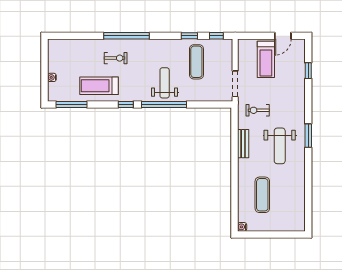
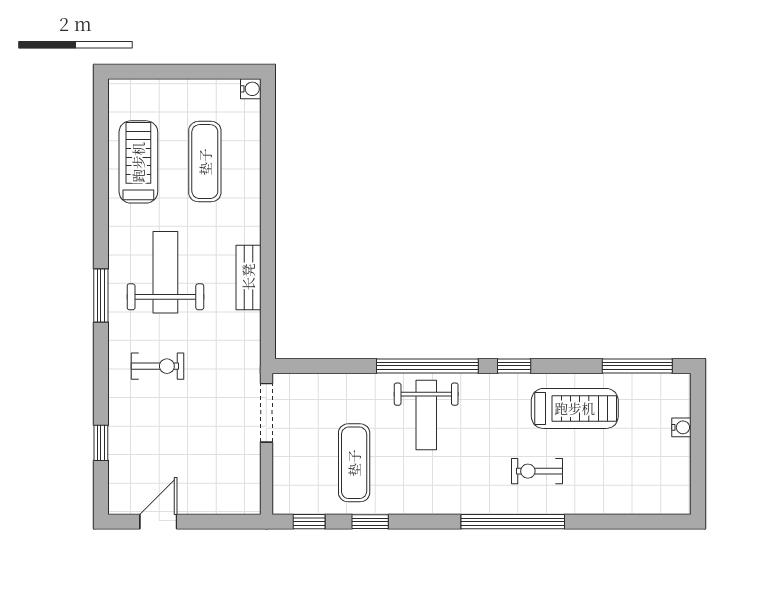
treadmill: (266, 59) -> (138, 162), moved
exercise bike: (258, 110) -> (157, 366), moved

